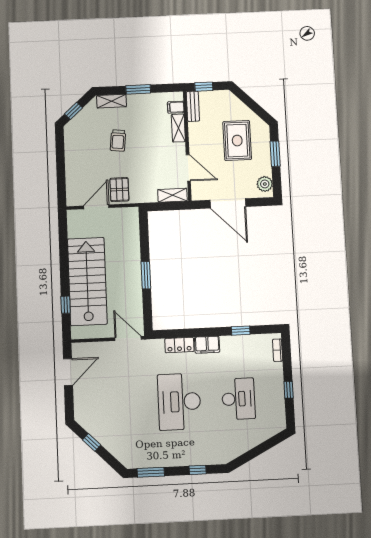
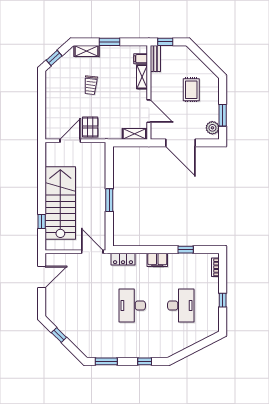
rug: (237, 141) -> (191, 90), width x0.73, depth x0.70
window: (275, 154) -> (223, 115), moved
locker: (179, 345) -> (123, 259), moved
desk: (179, 402) -> (132, 306), width x0.73, depth x0.77

